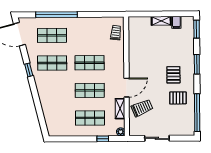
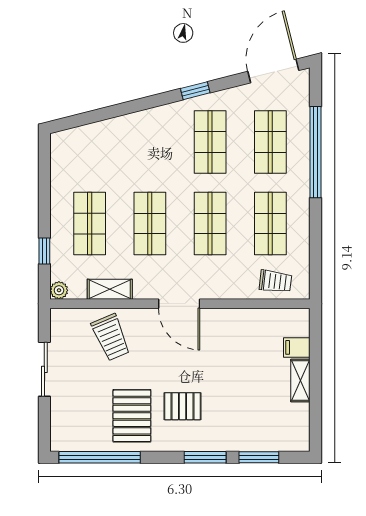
filing cabinet: (176, 22) -> (297, 347), moved
window: (197, 29) -> (259, 457), moved
shop shelf: (89, 35) -> (270, 224), added
door: (127, 88) -> (179, 304), moved
pallet: (178, 98) -> (132, 416), width x1.50, depth x1.42

